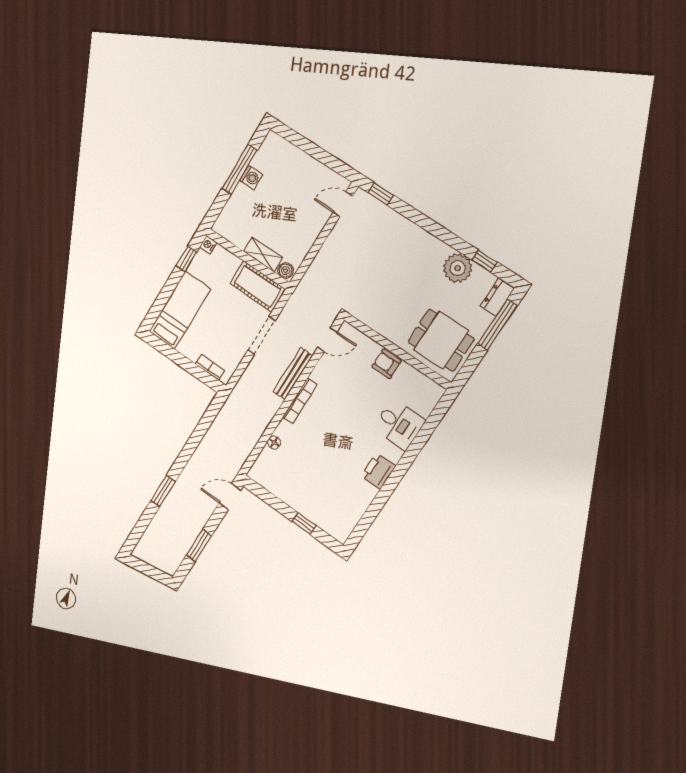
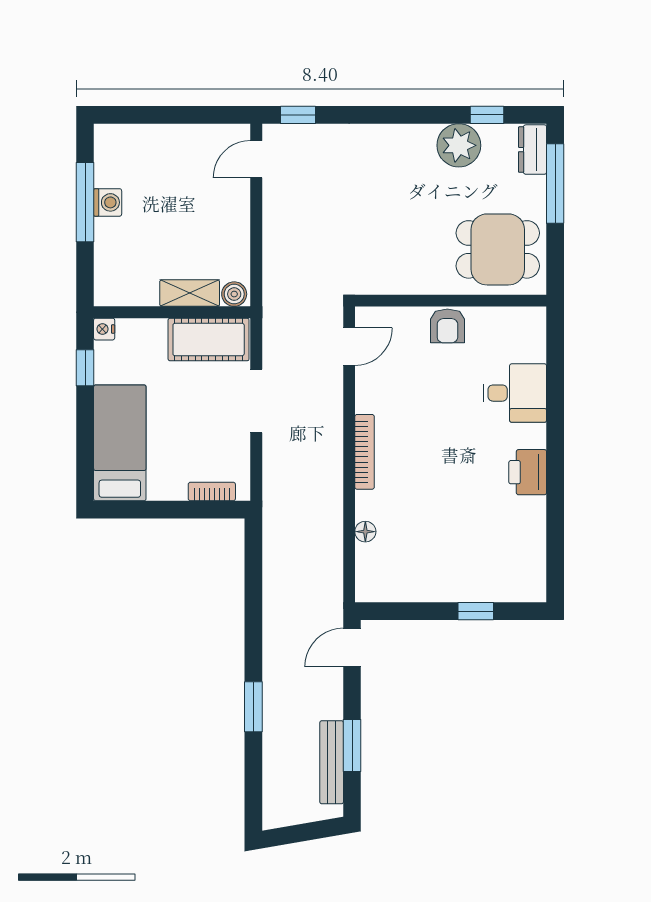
armchair: (387, 364) -> (447, 326), turned -90
bench: (293, 374) -> (332, 762), moved

